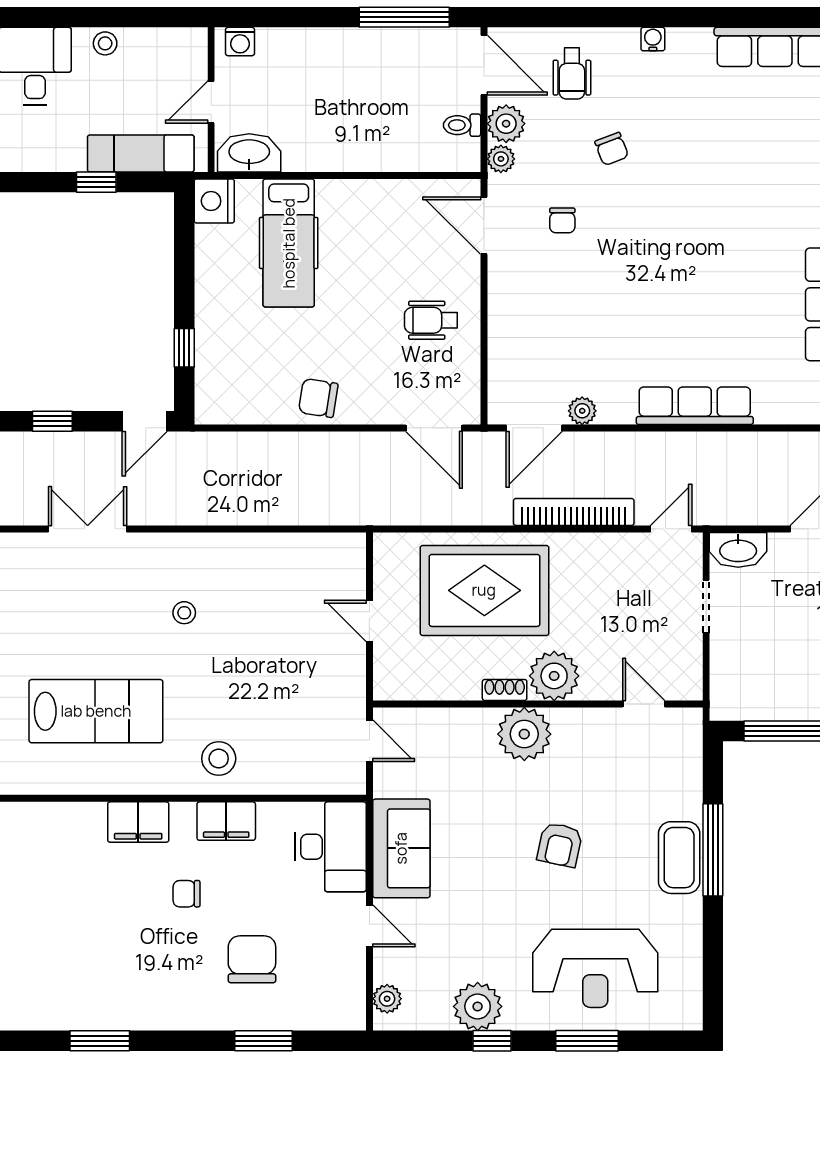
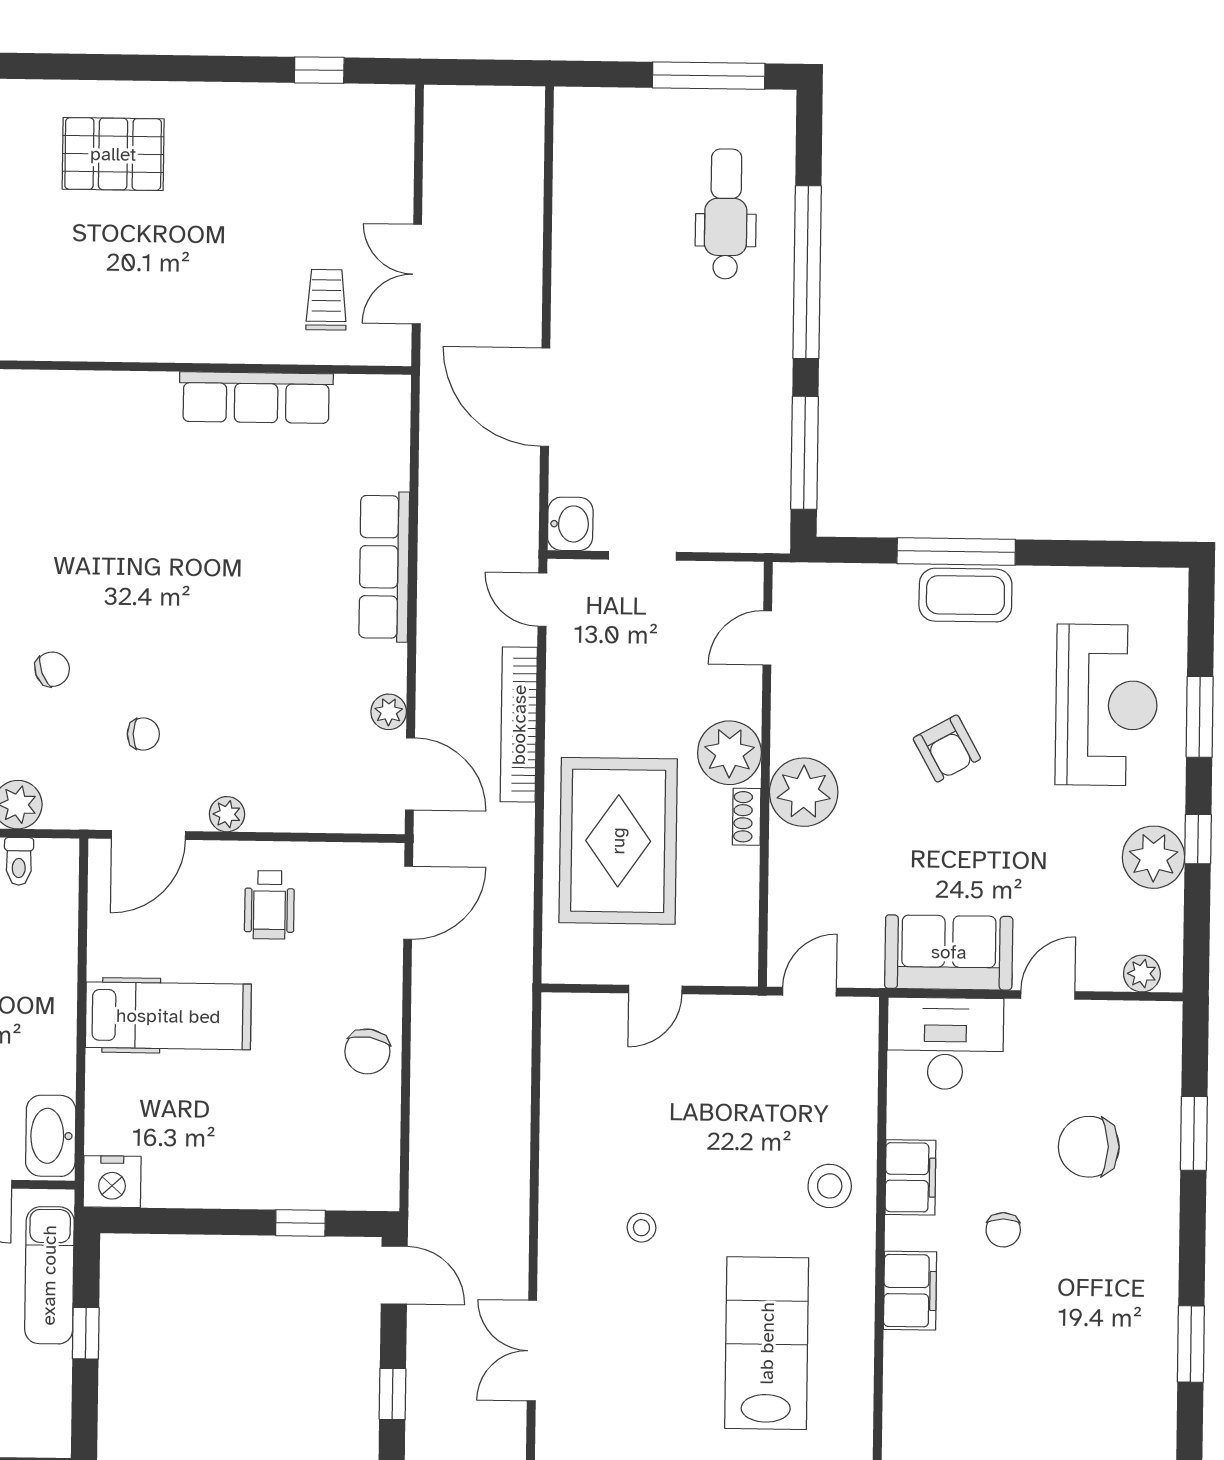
plant: (501, 159) -> (227, 814), moved
hospital bed: (289, 243) -> (168, 1016), moved
washbasin: (738, 550) -> (570, 524), width x0.72
armchair: (560, 845) -> (947, 748), turned 49

